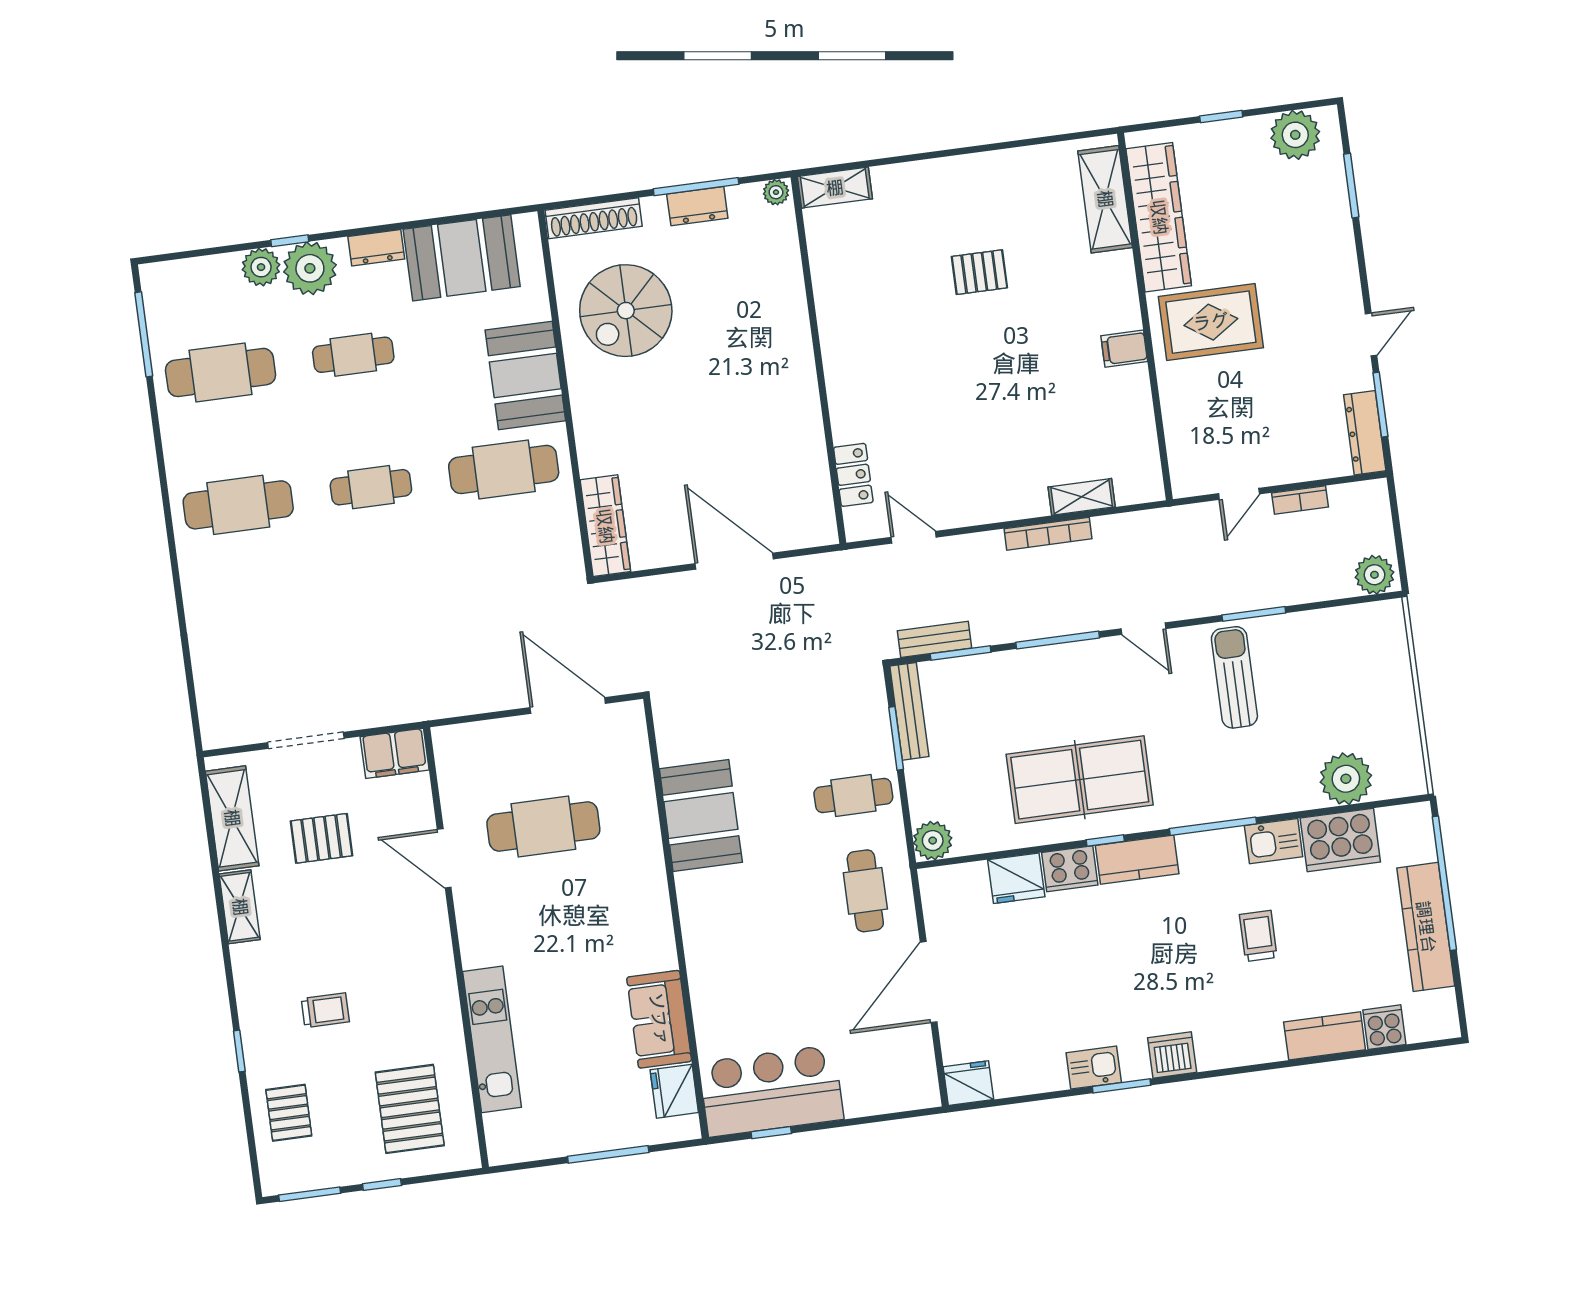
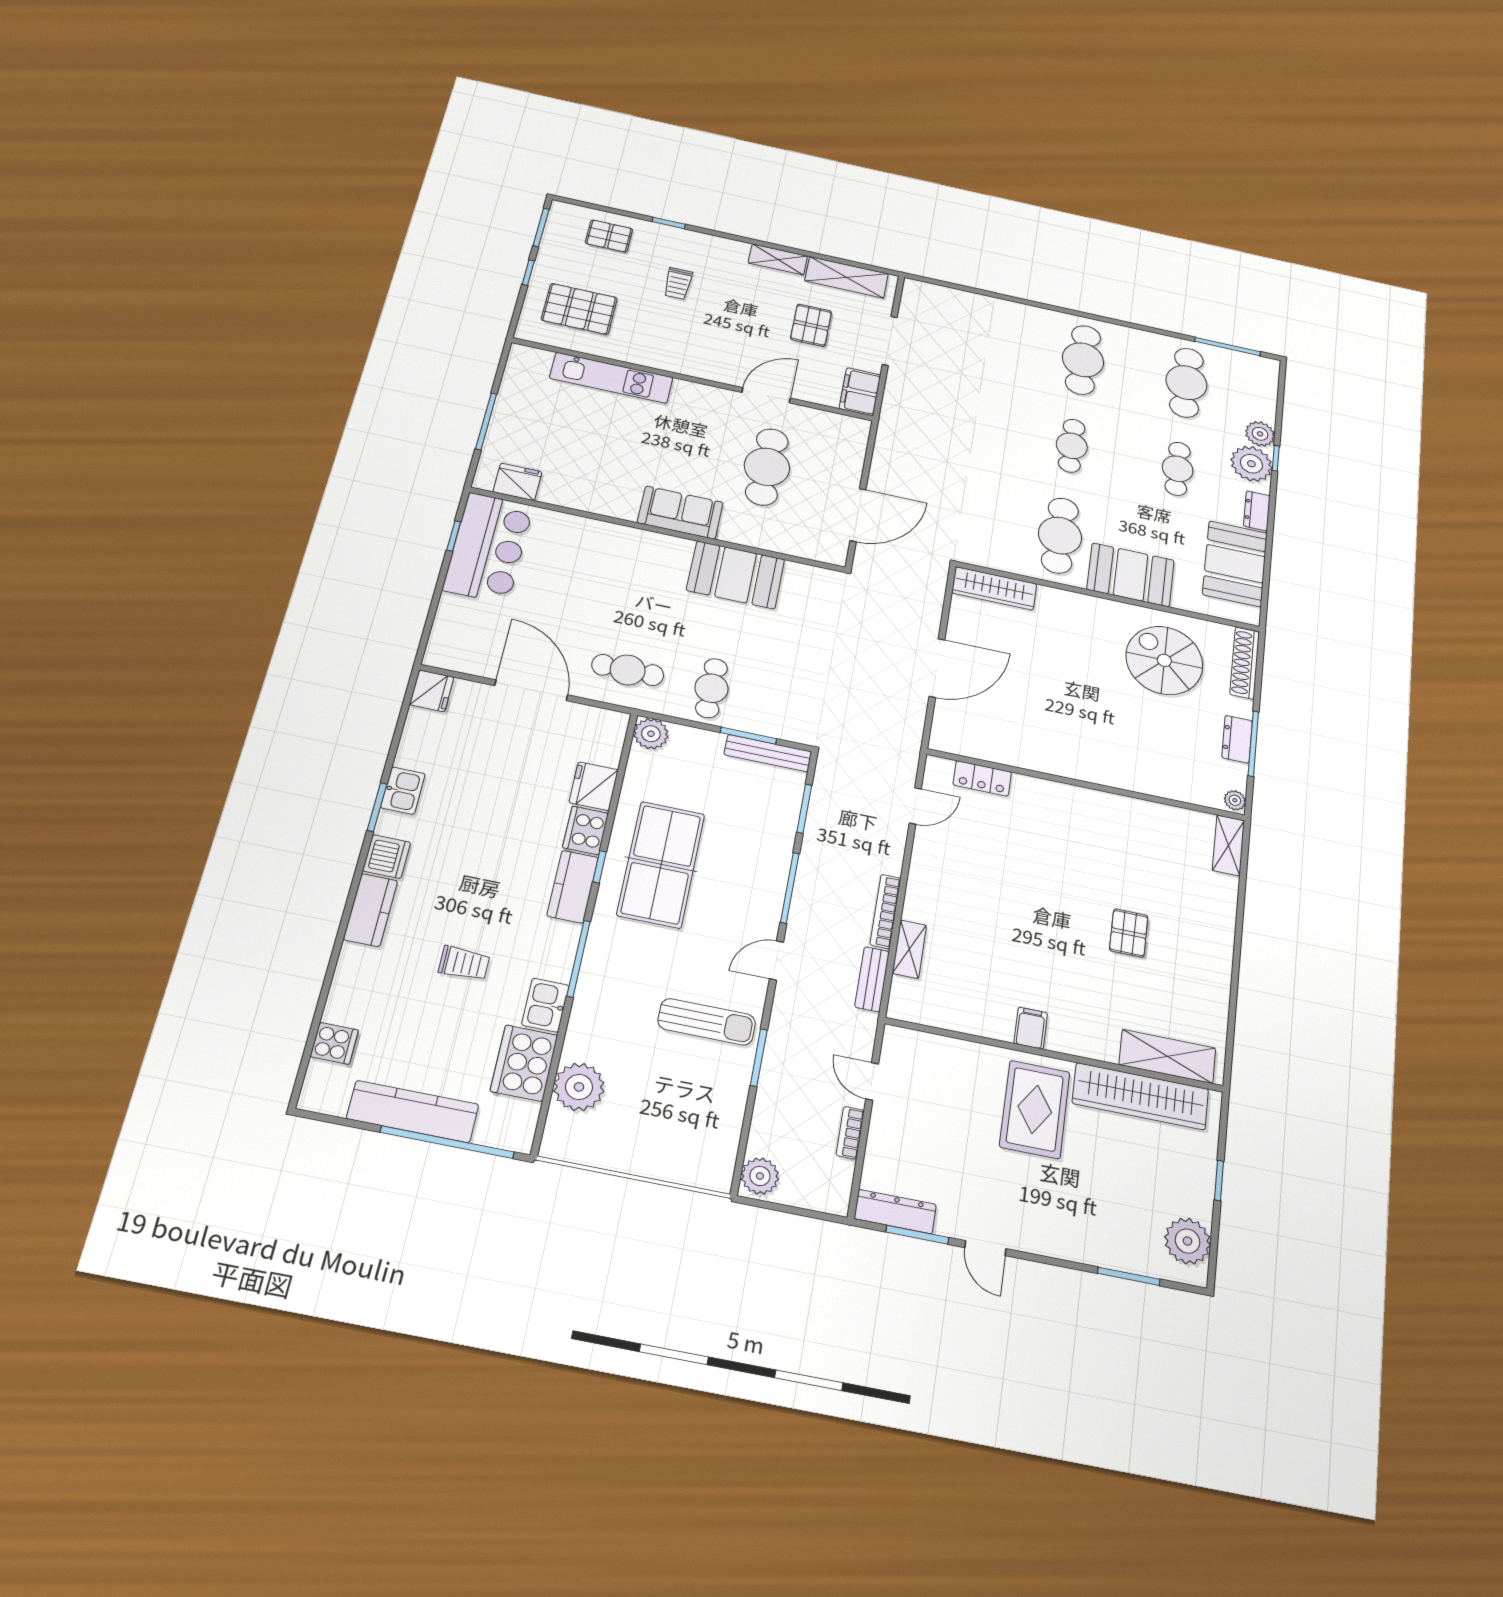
bench: (934, 639) -> (872, 979), moved
sofa: (659, 1019) -> (680, 512), moved
kitchen counter: (1325, 1036) -> (371, 910), moved

